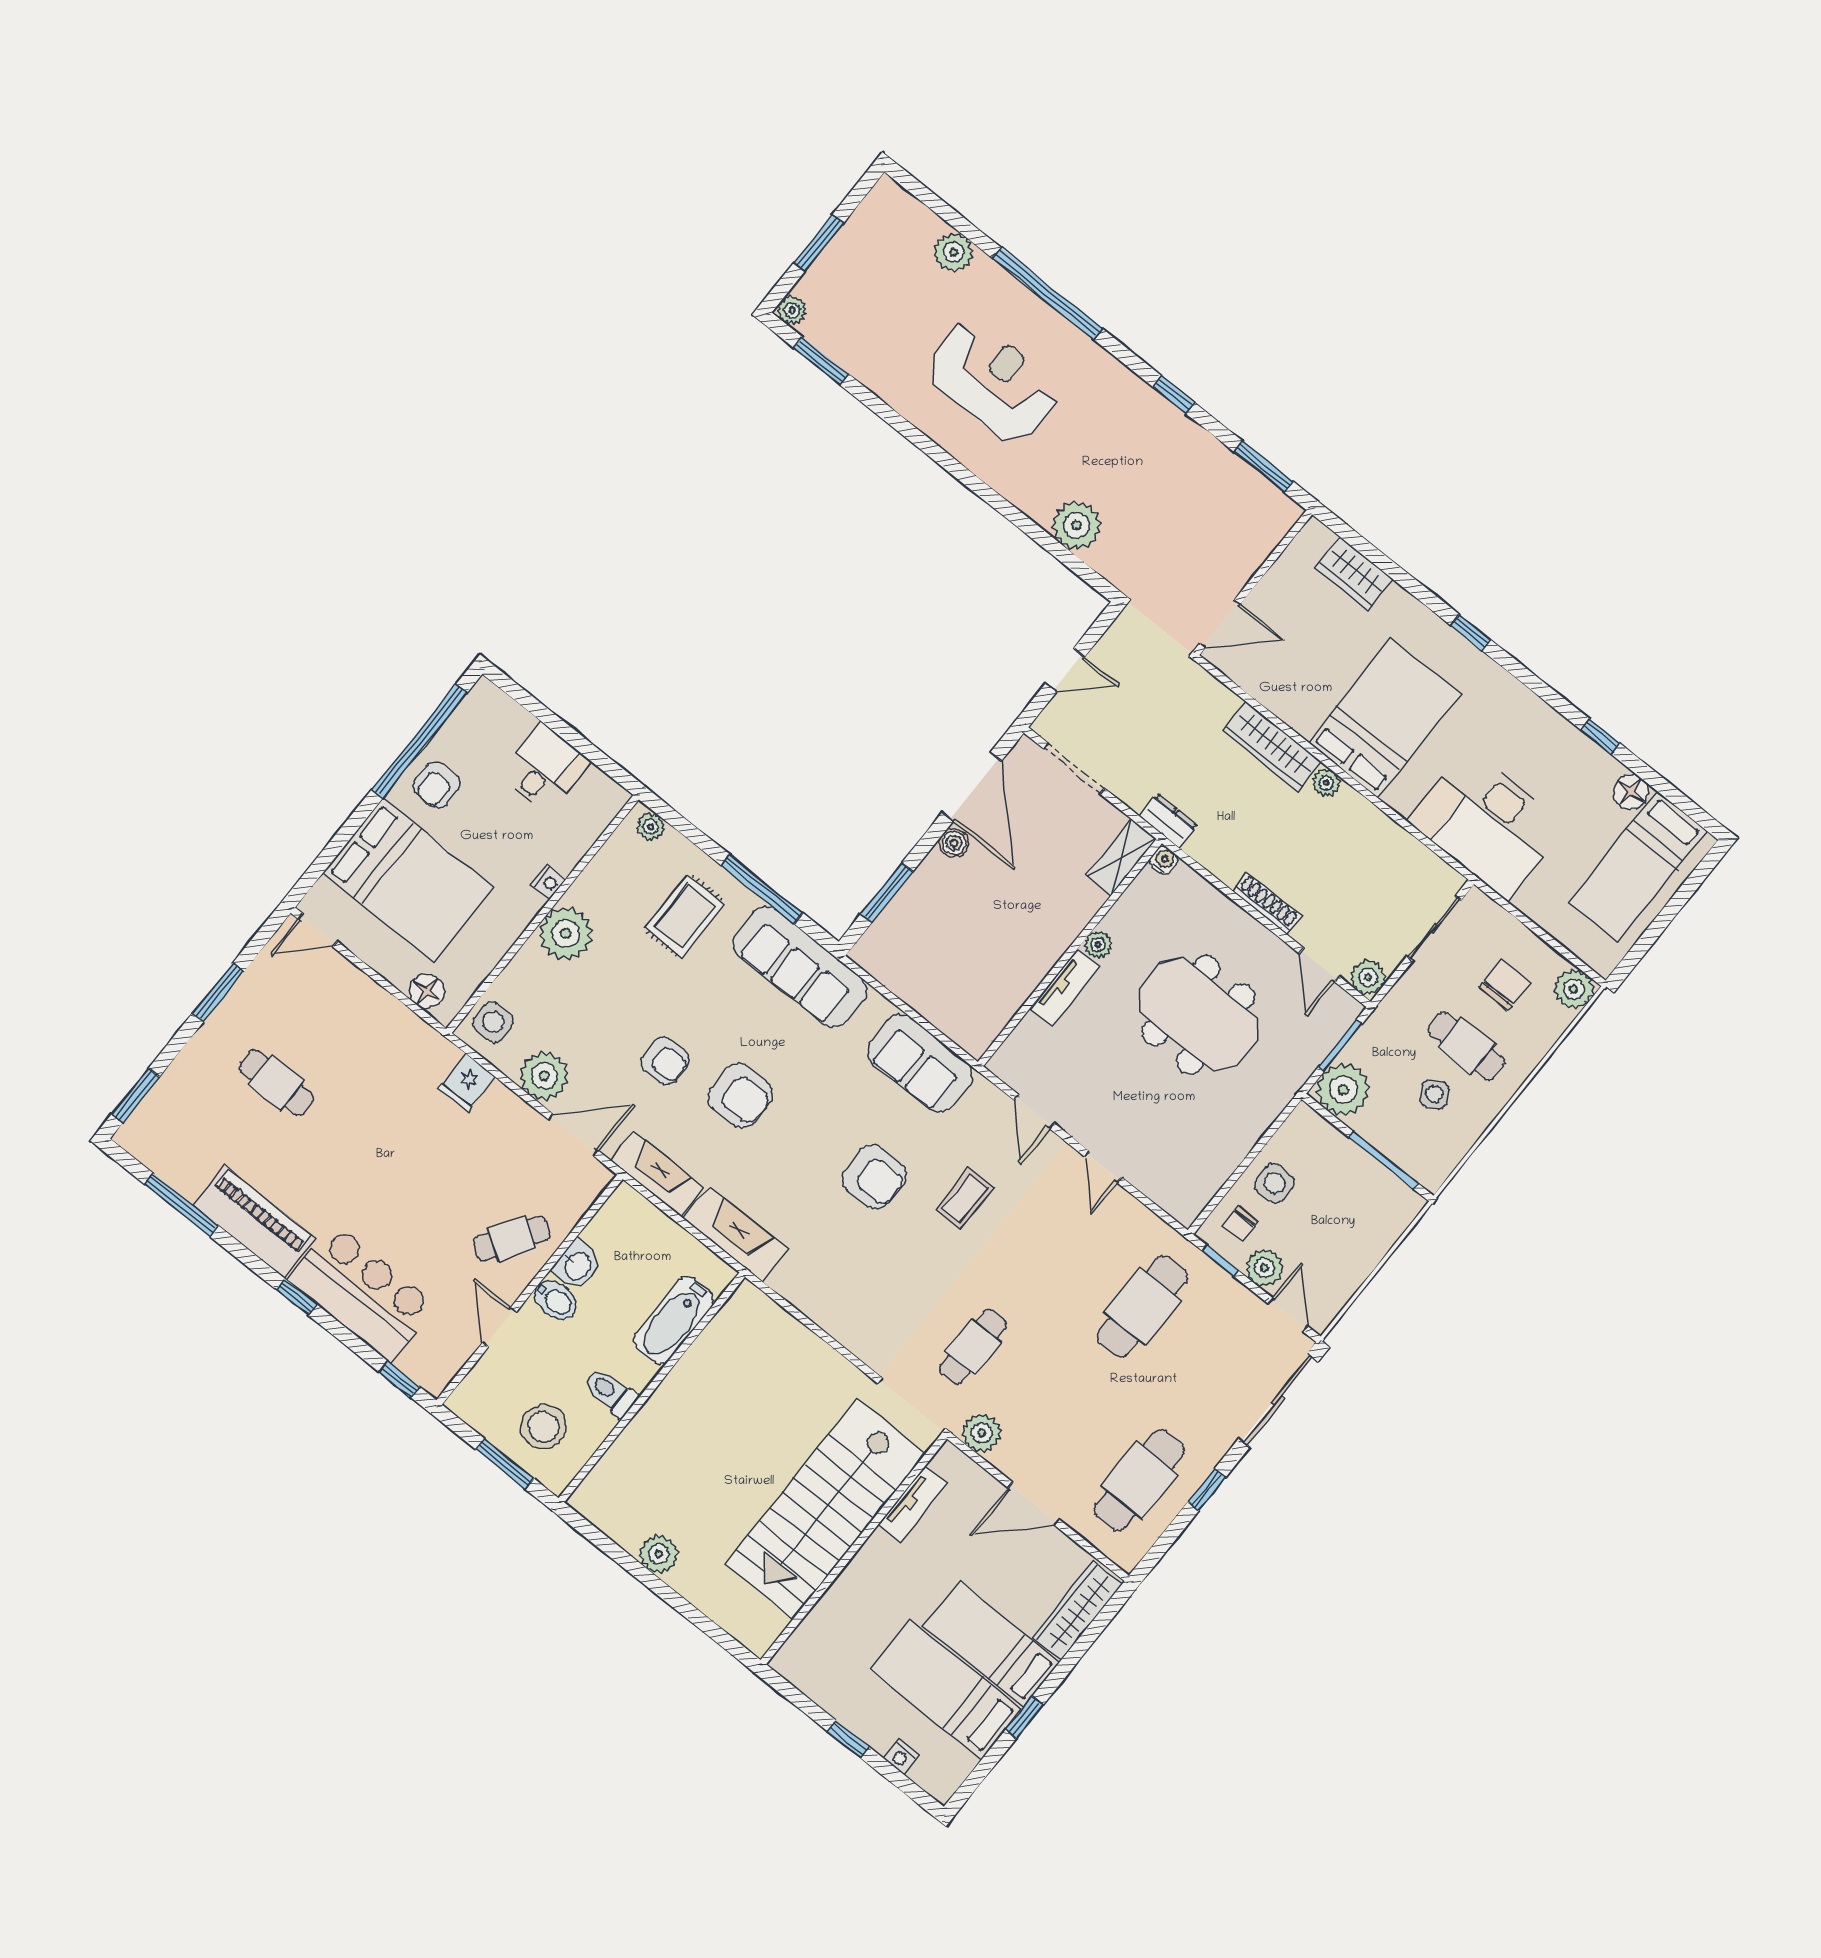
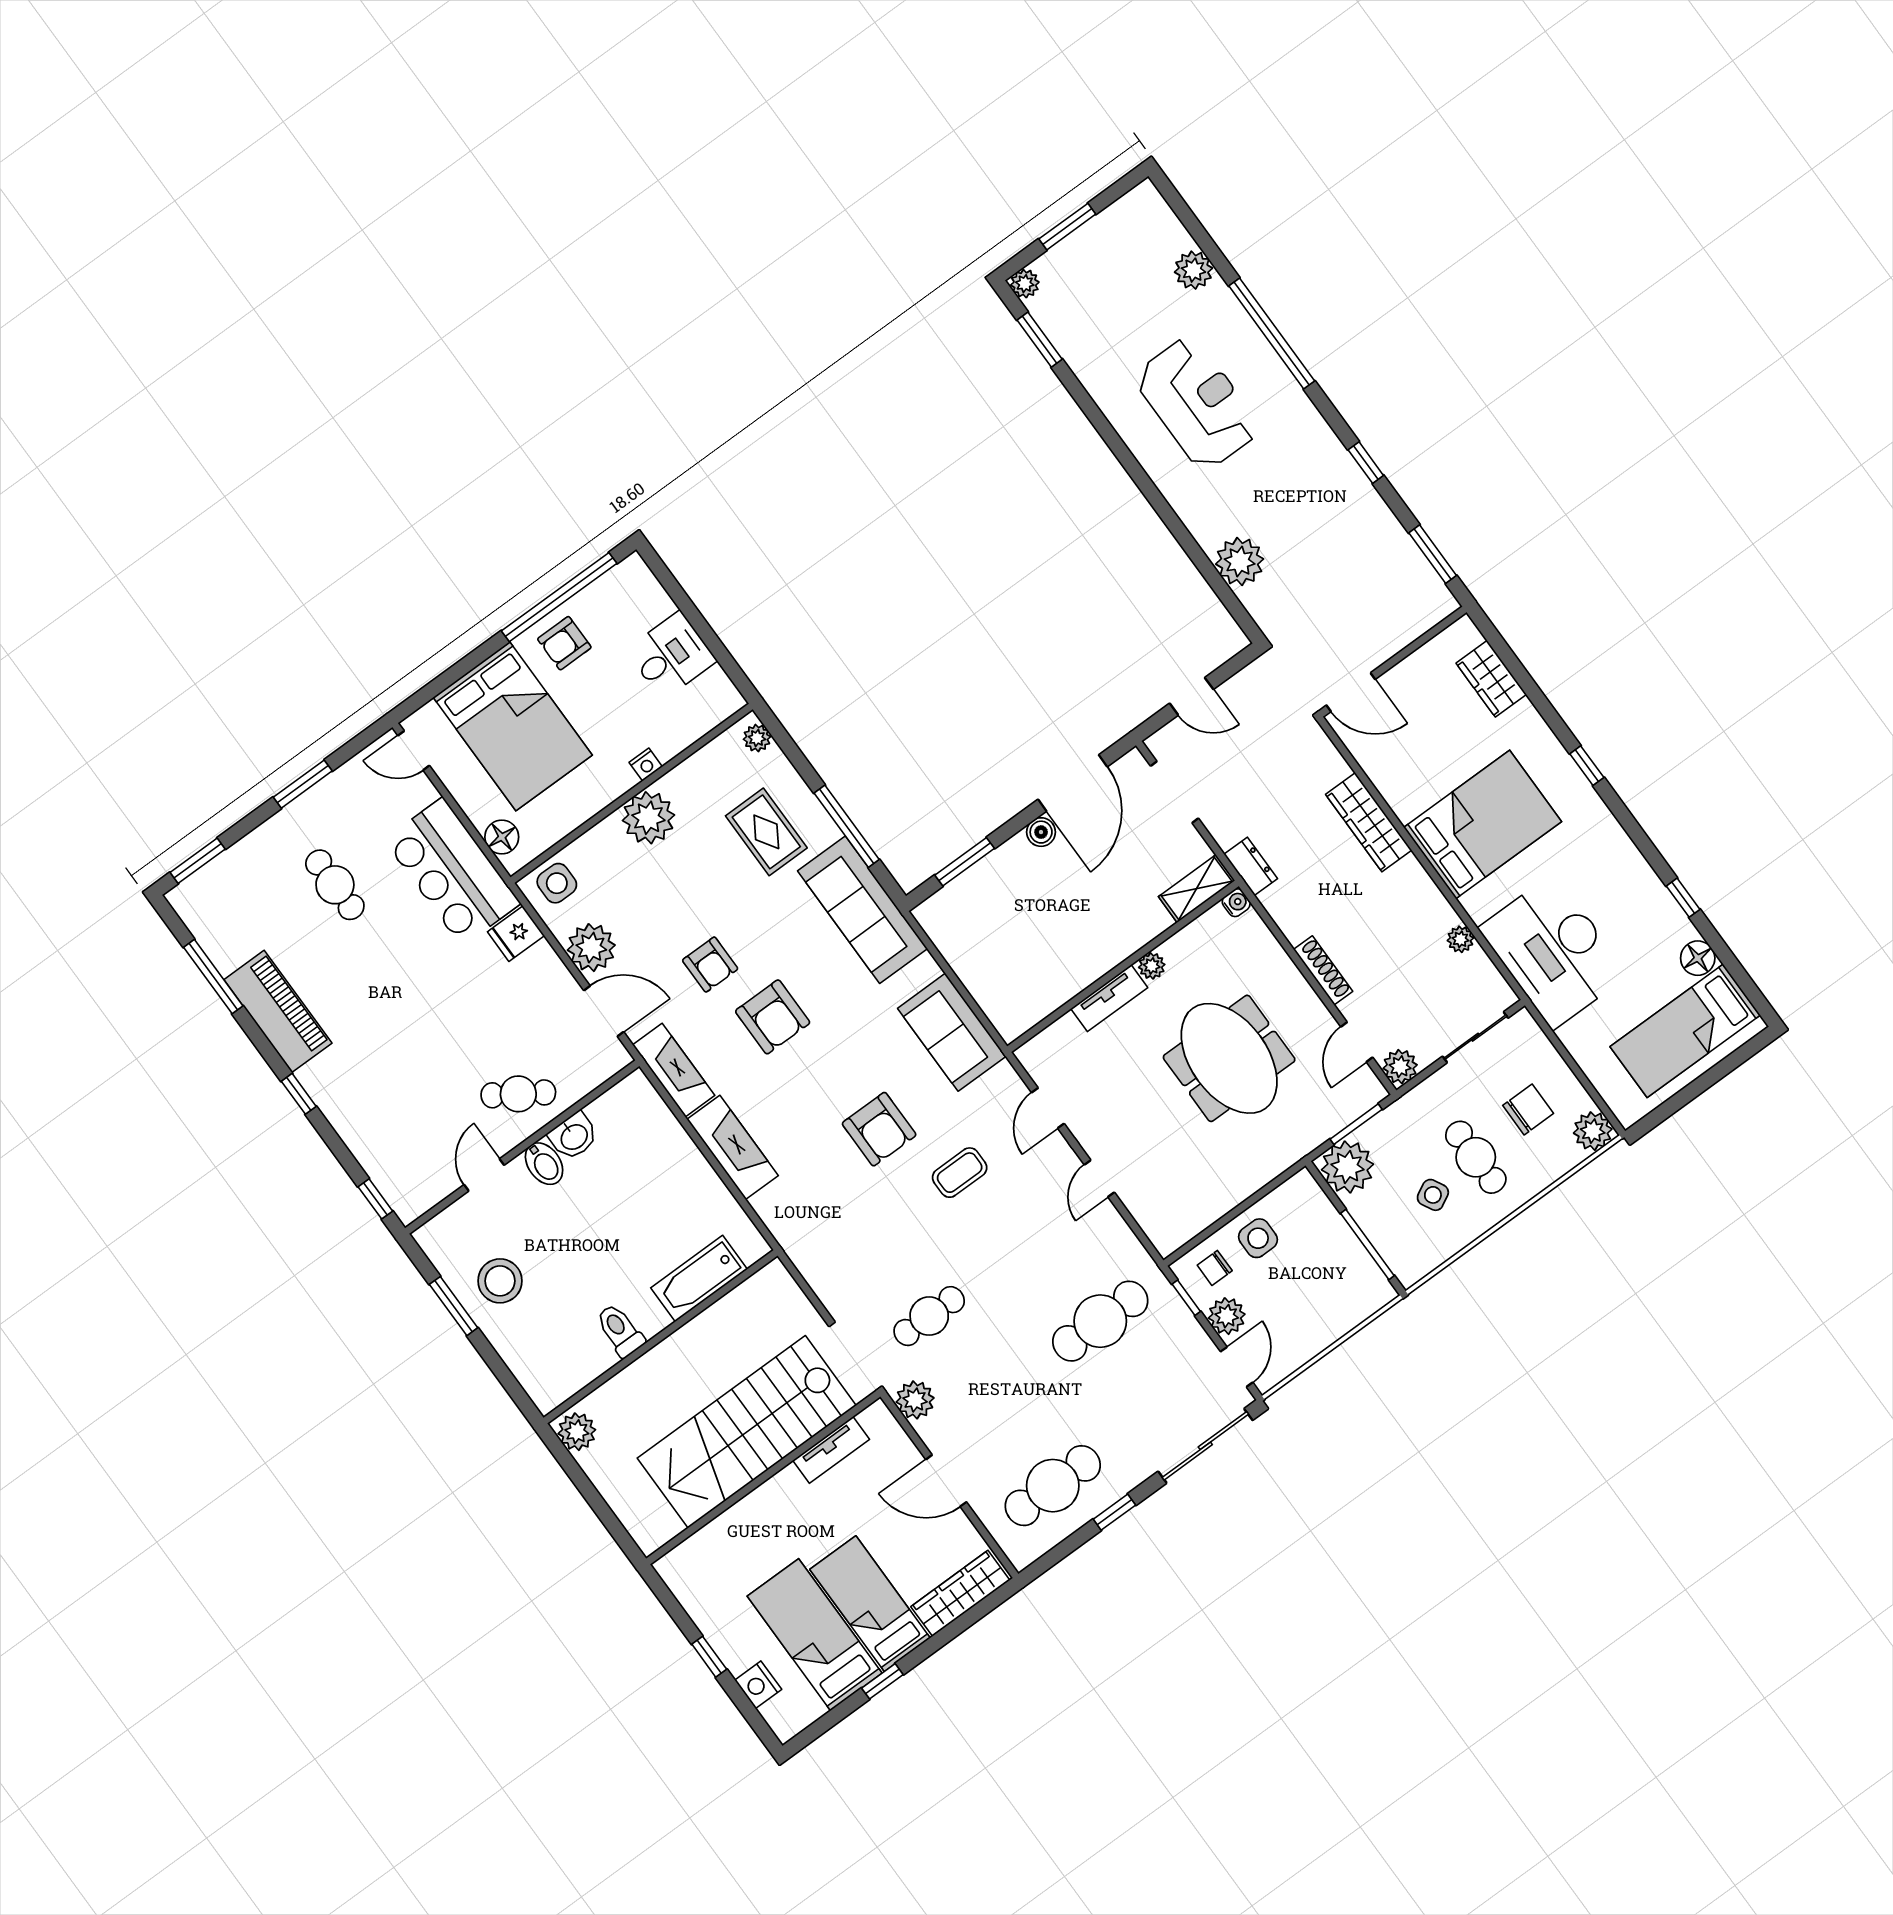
plant: (1326, 783) -> (1460, 939), moved
rug: (685, 916) -> (766, 832), turned 90
bar counter: (362, 1293) -> (452, 872), moved, turned 180
bathtub: (674, 1320) -> (699, 1278), moved
wall: (652, 1388) -> (661, 1337), moved
toilet: (610, 1392) -> (620, 1330), moved
nightstand: (901, 1757) -> (758, 1685), width x1.39, depth x1.35

